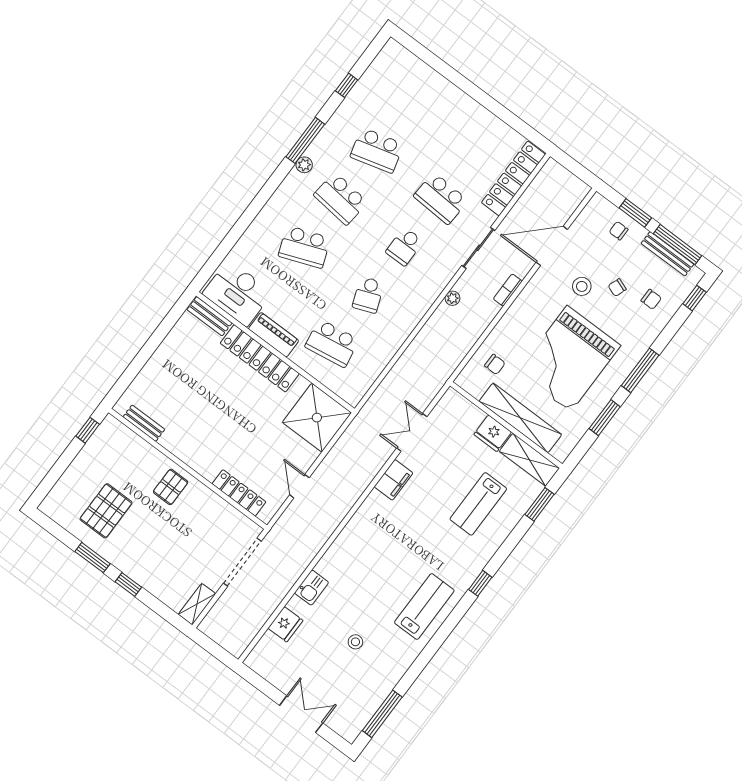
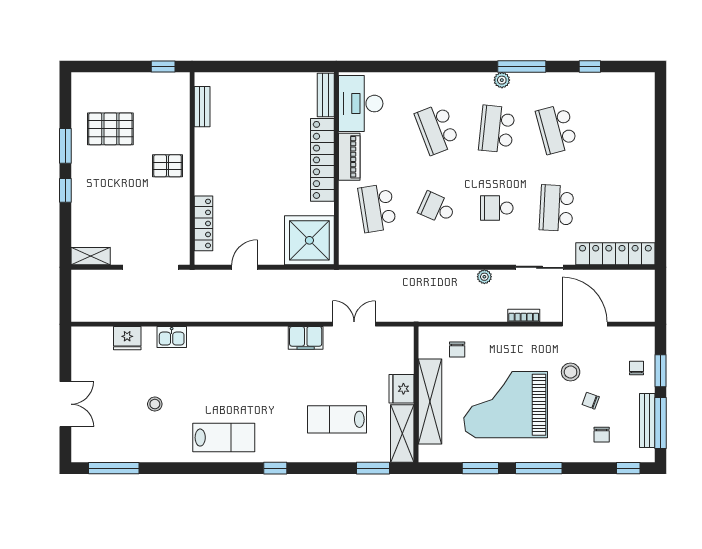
school desk: (368, 295) -> (437, 208), turned 45

